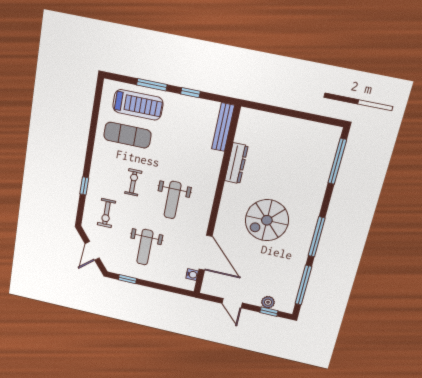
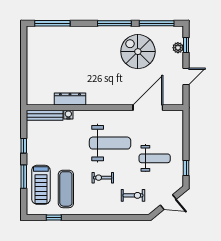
treadmill: (138, 105) -> (41, 185), turned 180
window: (84, 186) -> (54, 218), moved
weight bench: (173, 200) -> (110, 143), width x1.36, depth x1.33
spiral stairs: (267, 220) -> (138, 52), moved, turned 180
water cooler: (192, 275) -> (68, 115), moved

